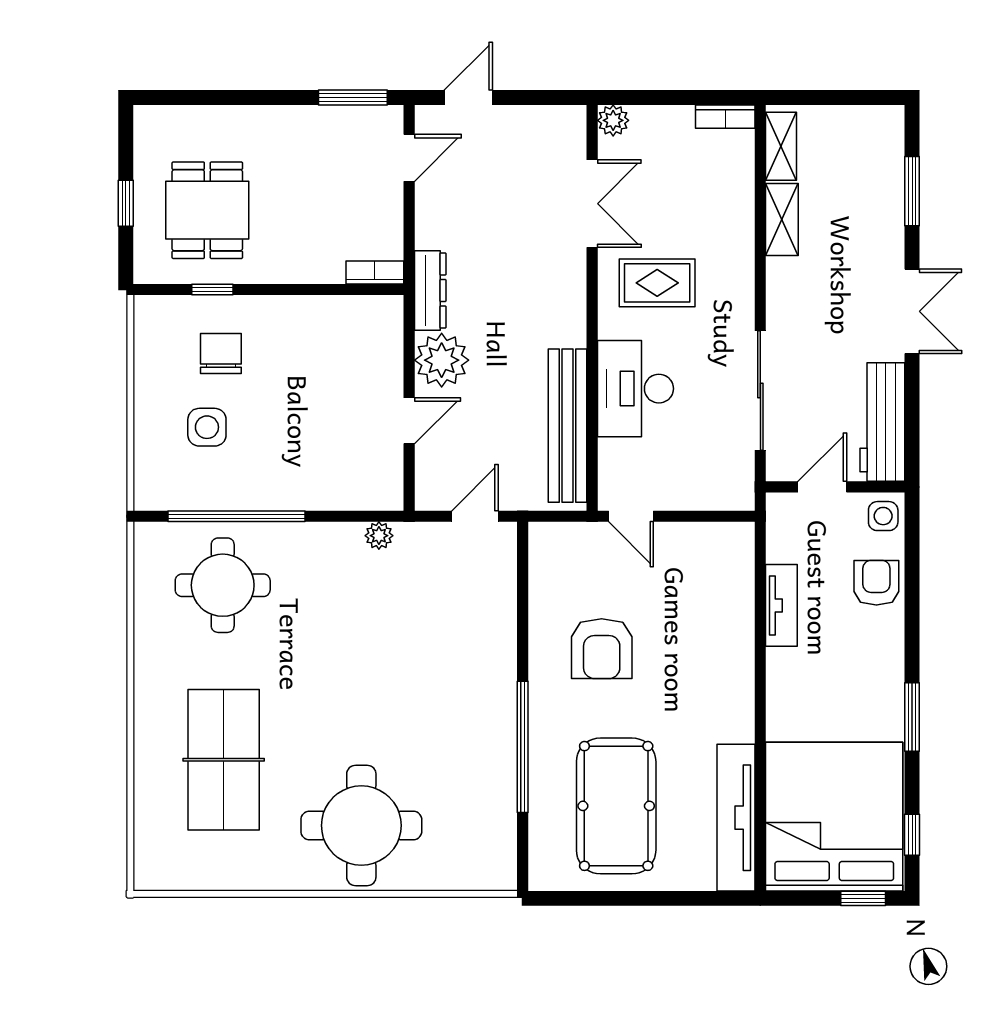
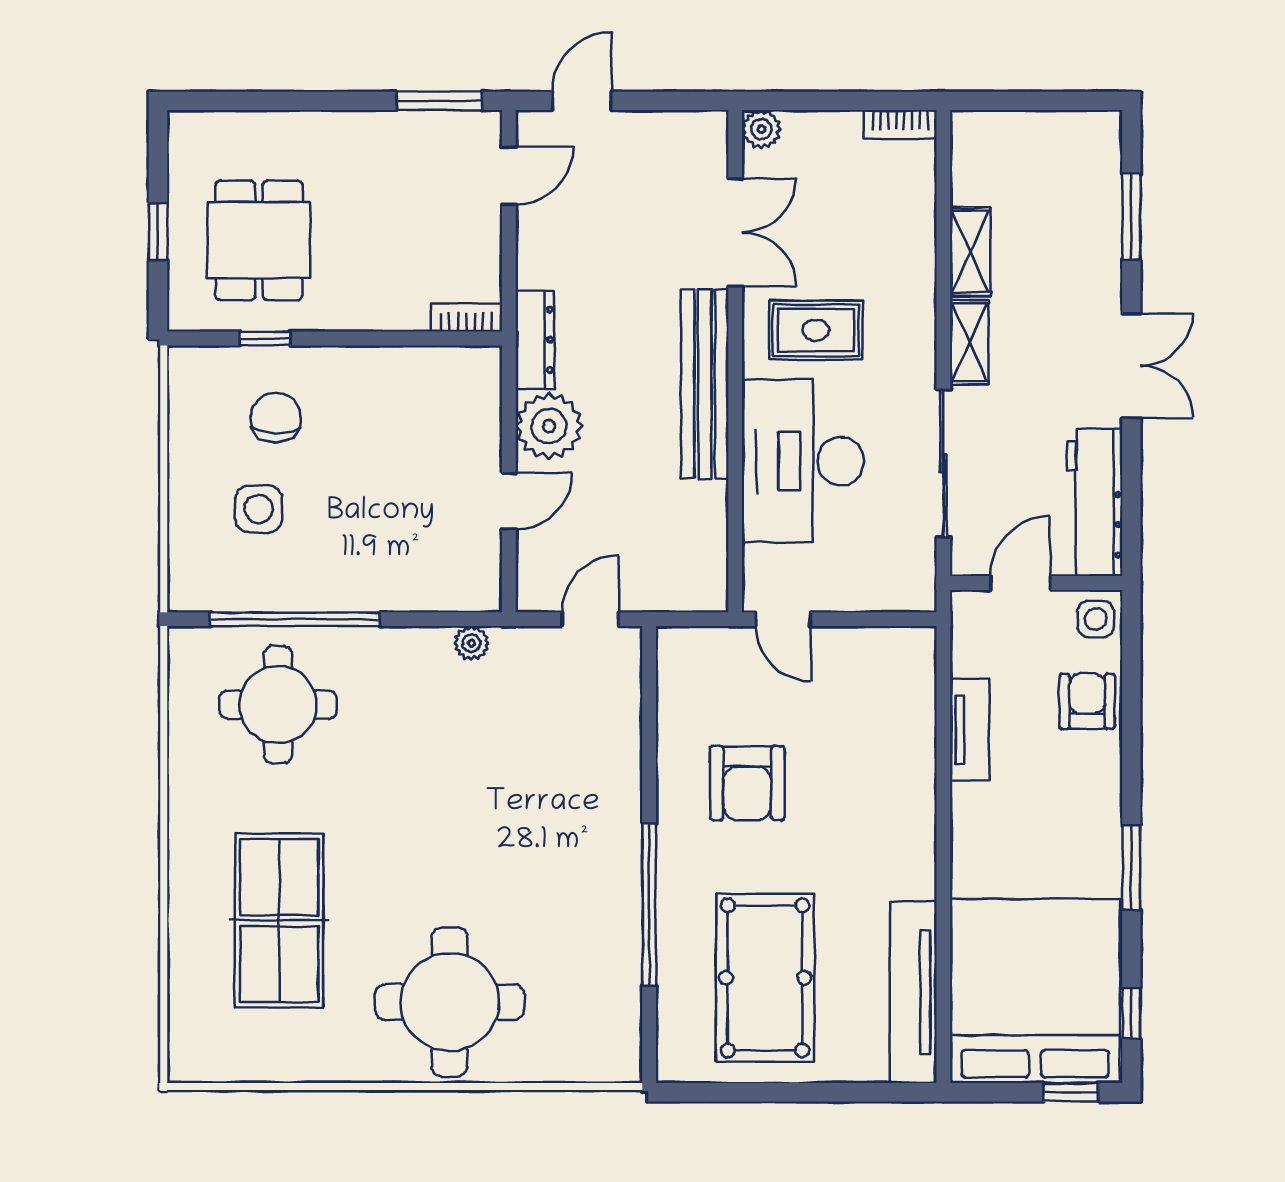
shelving: (781, 146) -> (969, 342), moved
desk: (635, 389) -> (803, 461), width x1.36, depth x1.30
bench: (567, 426) -> (705, 384), moved

